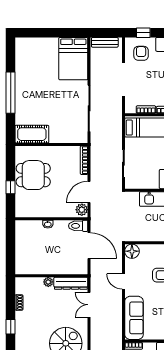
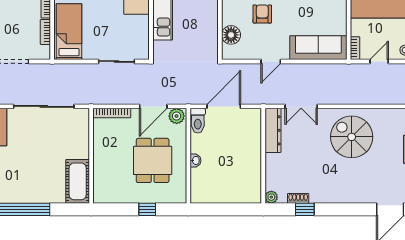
dining table: (33, 175) -> (153, 160), moved
door: (89, 192) -> (153, 106), hinge flipped
floor lamp: (132, 251) -> (231, 35), moved
plant: (48, 282) -> (271, 197), moved
window: (11, 327) -> (305, 209), moved

